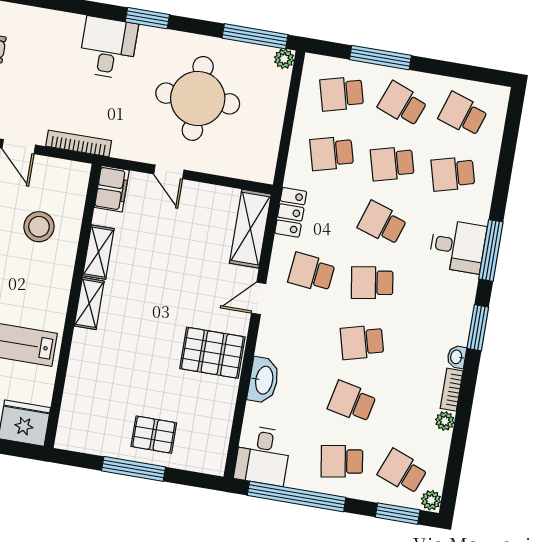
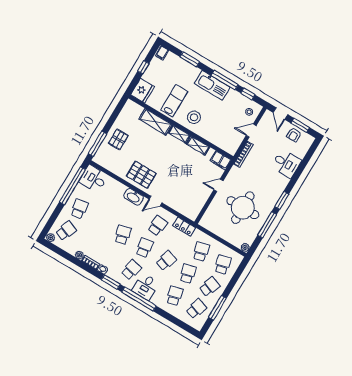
window: (255, 36) -> (267, 225), moved
desk: (108, 48) -> (286, 164), moved
window: (380, 58) -> (217, 308), moved
stool: (39, 227) -> (194, 117), moved
shelving: (250, 229) -> (155, 122), moved
window: (491, 250) -> (139, 299), width x1.46
door: (259, 298) -> (156, 201), swing flipped
pallet: (212, 353) -> (141, 175), turned 90
washbasin: (263, 380) -> (134, 197), moved
school desk: (352, 402) -> (131, 270), moved
window: (133, 469) -> (98, 144), moved
window: (398, 514) -> (50, 223), removed

